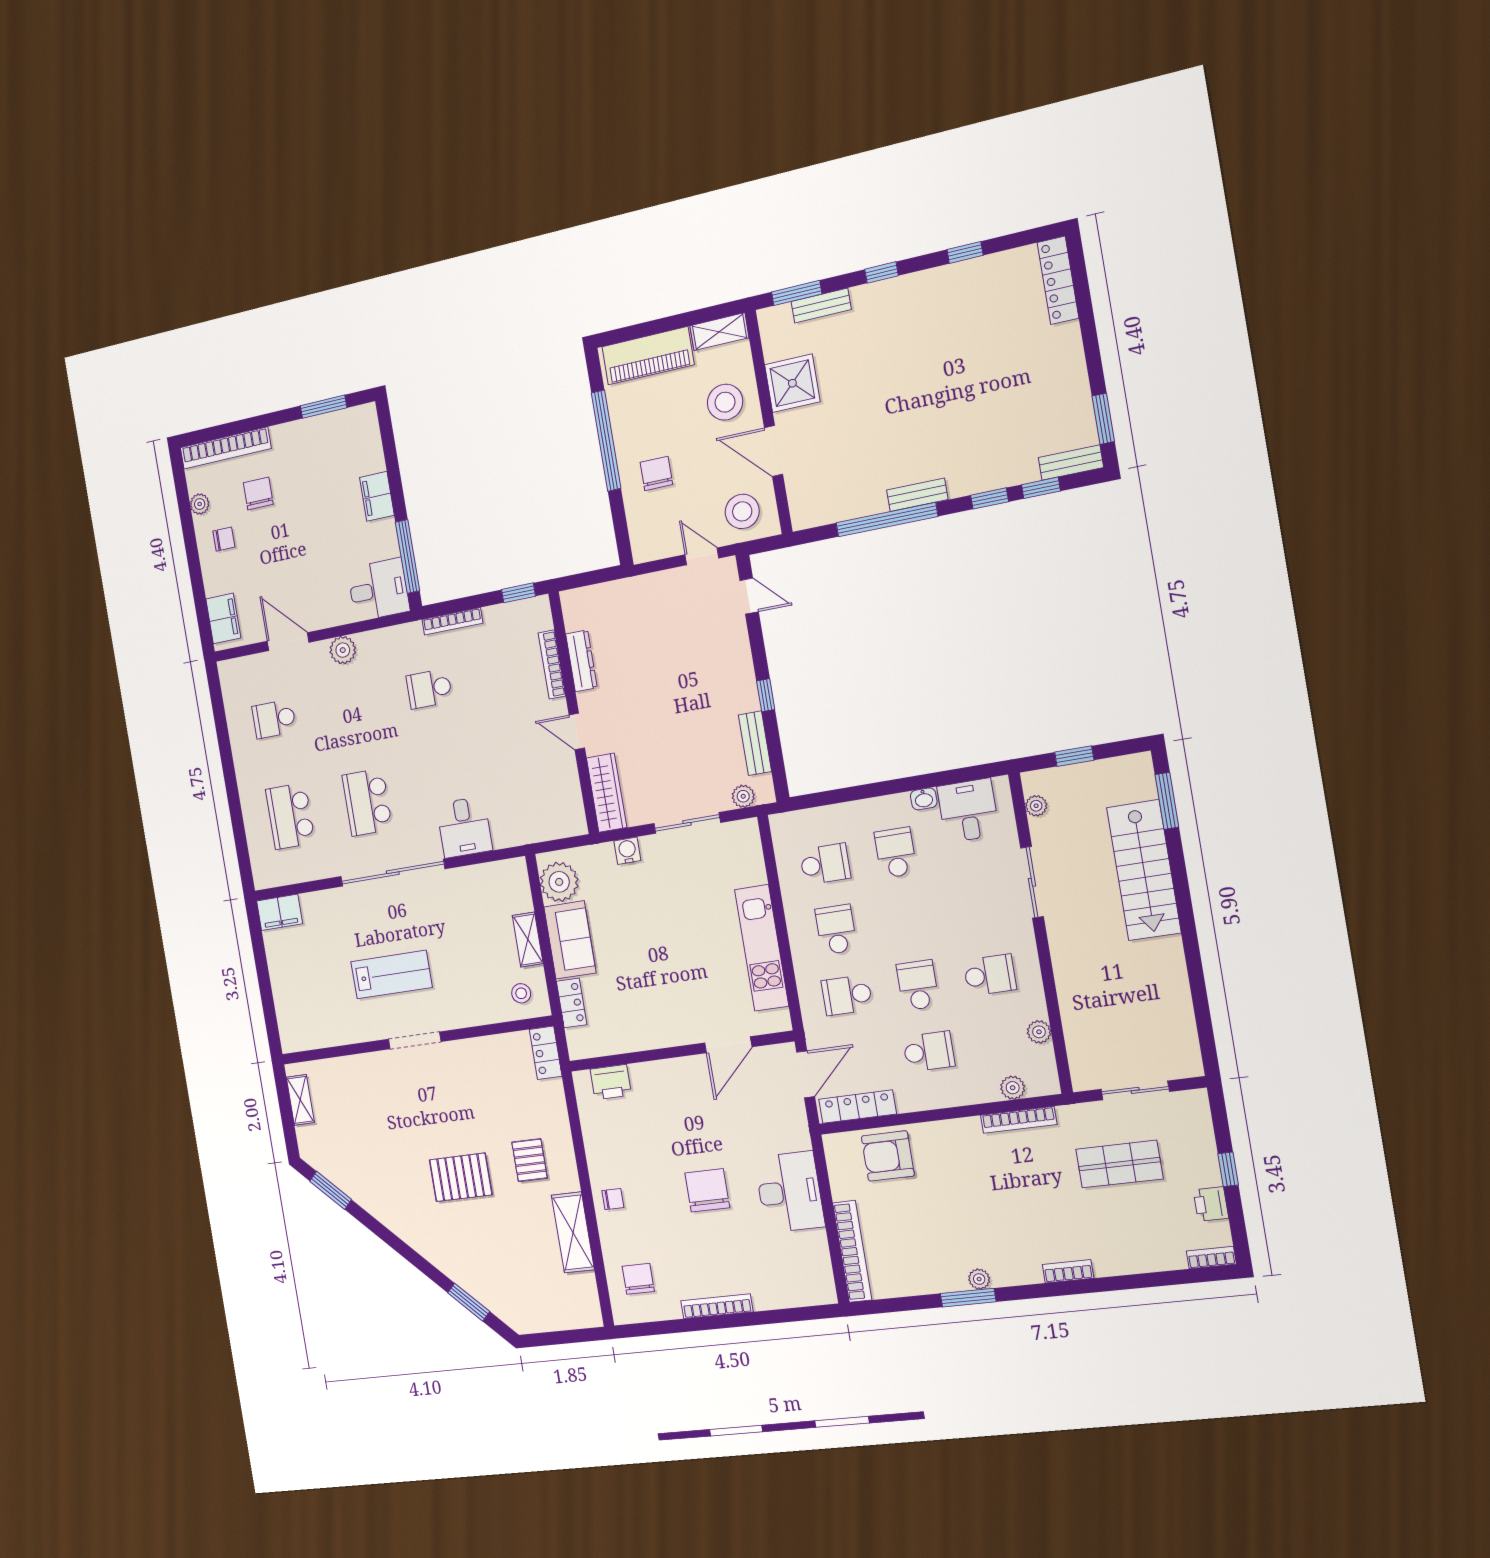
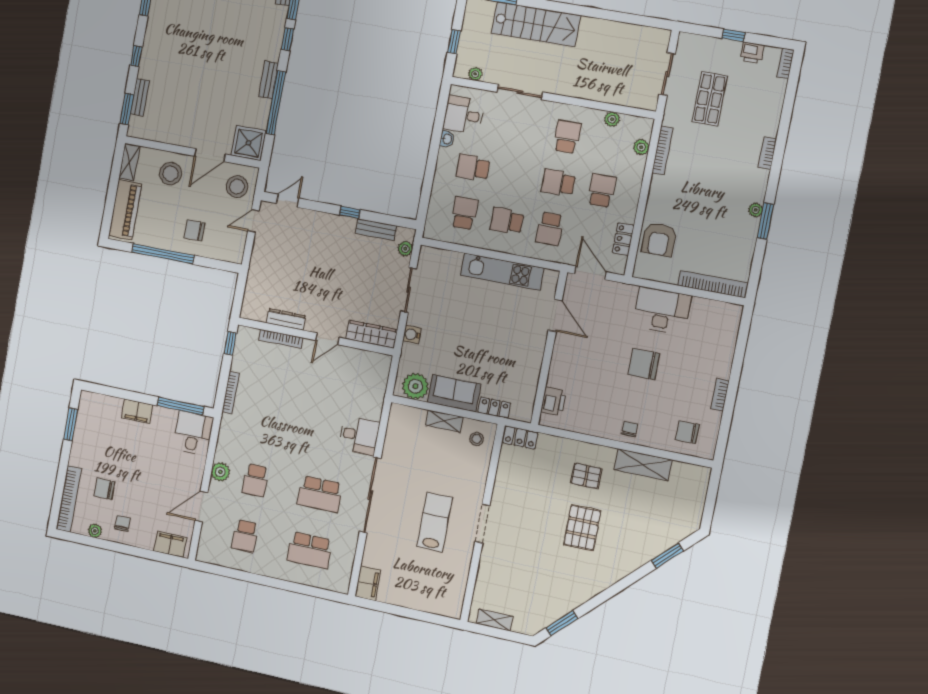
shower: (792, 383) -> (249, 143), moved
school desk: (429, 689) -> (255, 480), moved
locker: (857, 1107) -> (623, 239), width x0.66
bookcase: (717, 1306) -> (720, 395), width x0.64

